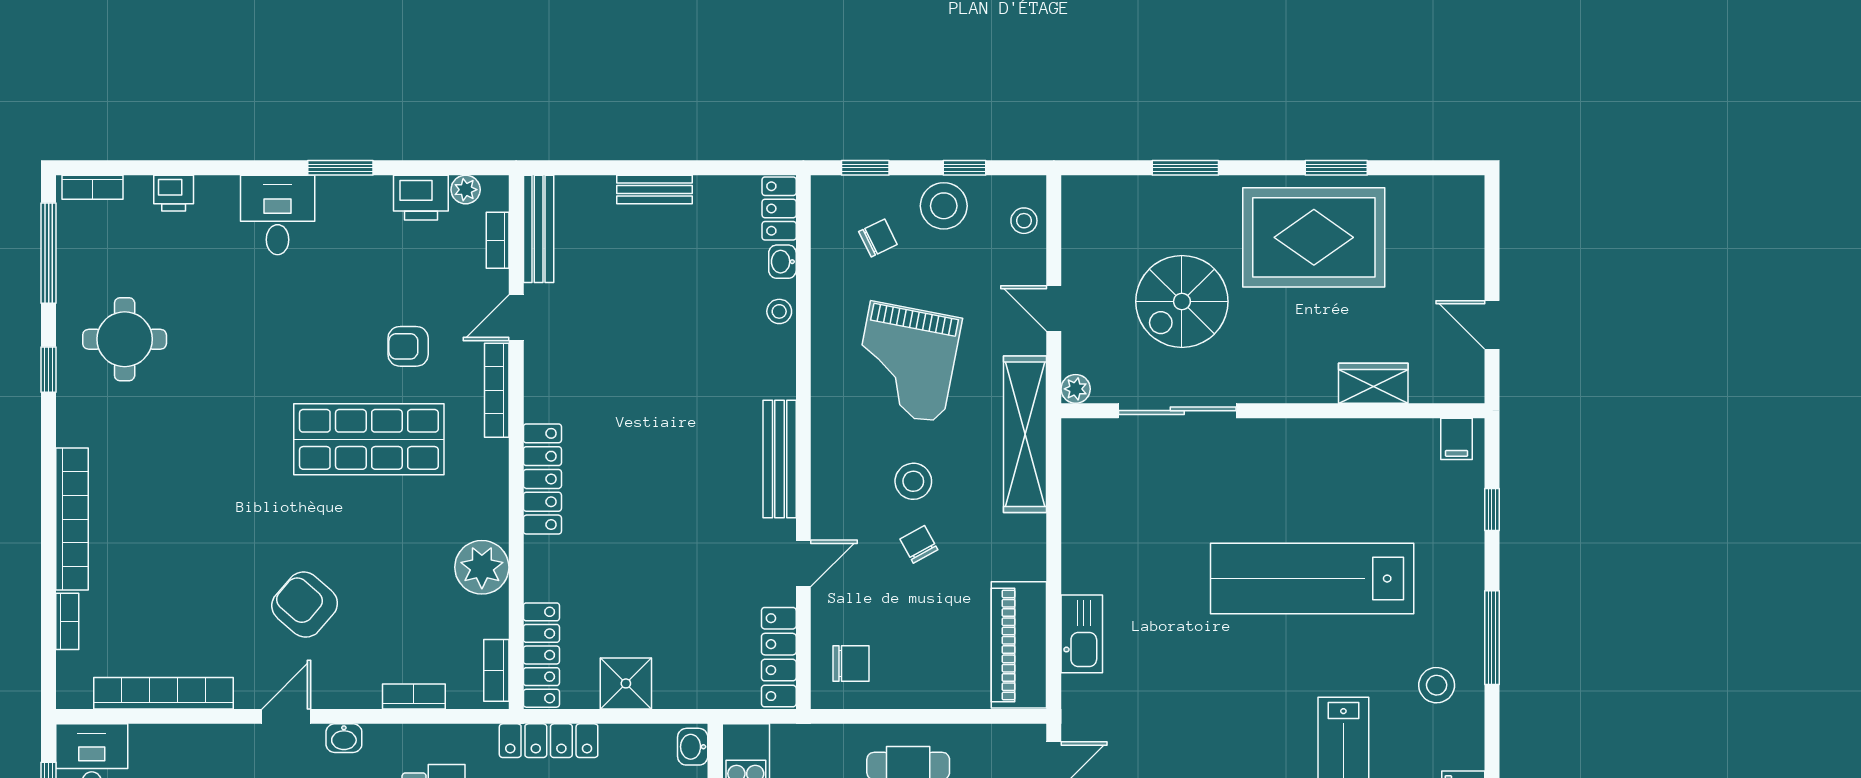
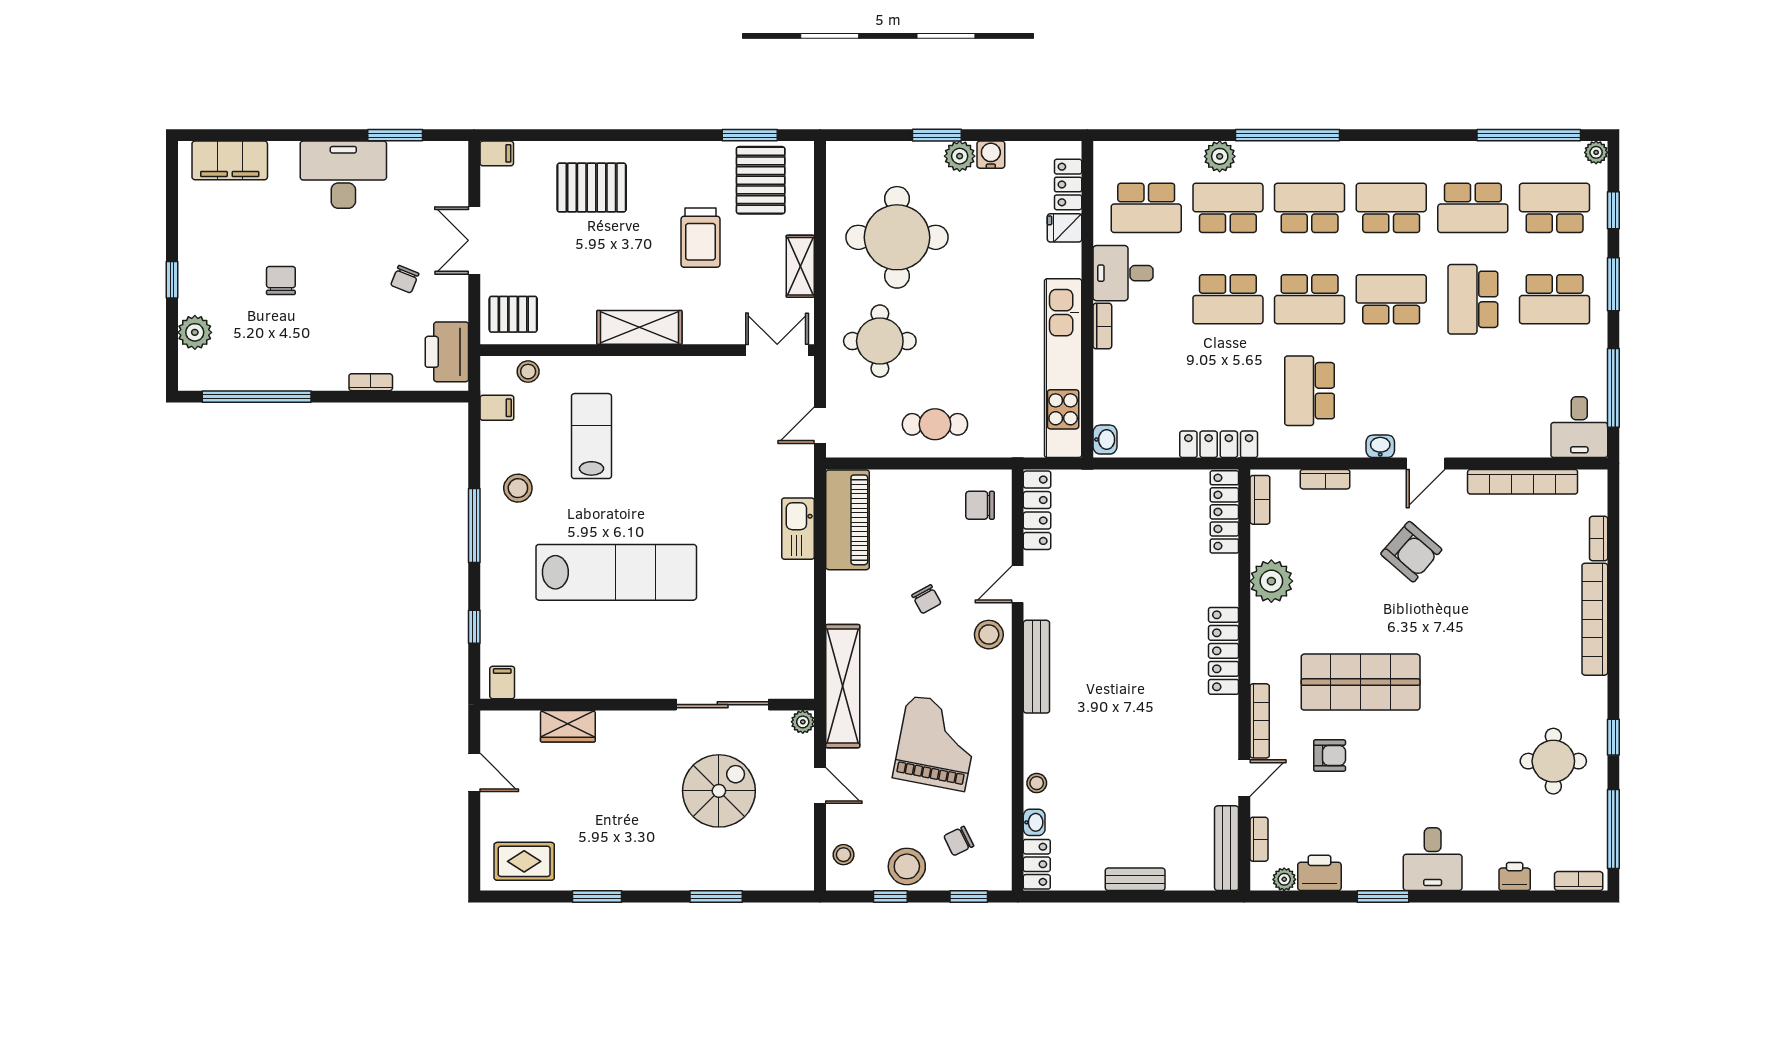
rug: (1314, 237) -> (524, 861), moved, width x0.54, depth x0.49
stool: (913, 481) -> (989, 635), moved
shower: (626, 683) -> (1158, 489), removed

